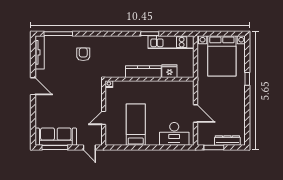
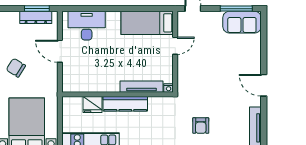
tv unit: (130, 85) -> (141, 87), added
chair: (231, 100) -> (16, 68), added
bed: (136, 125) -> (147, 23), moved, turned 90
sofa: (56, 137) -> (242, 22), width x0.73
dresser: (227, 140) -> (36, 17), moved

